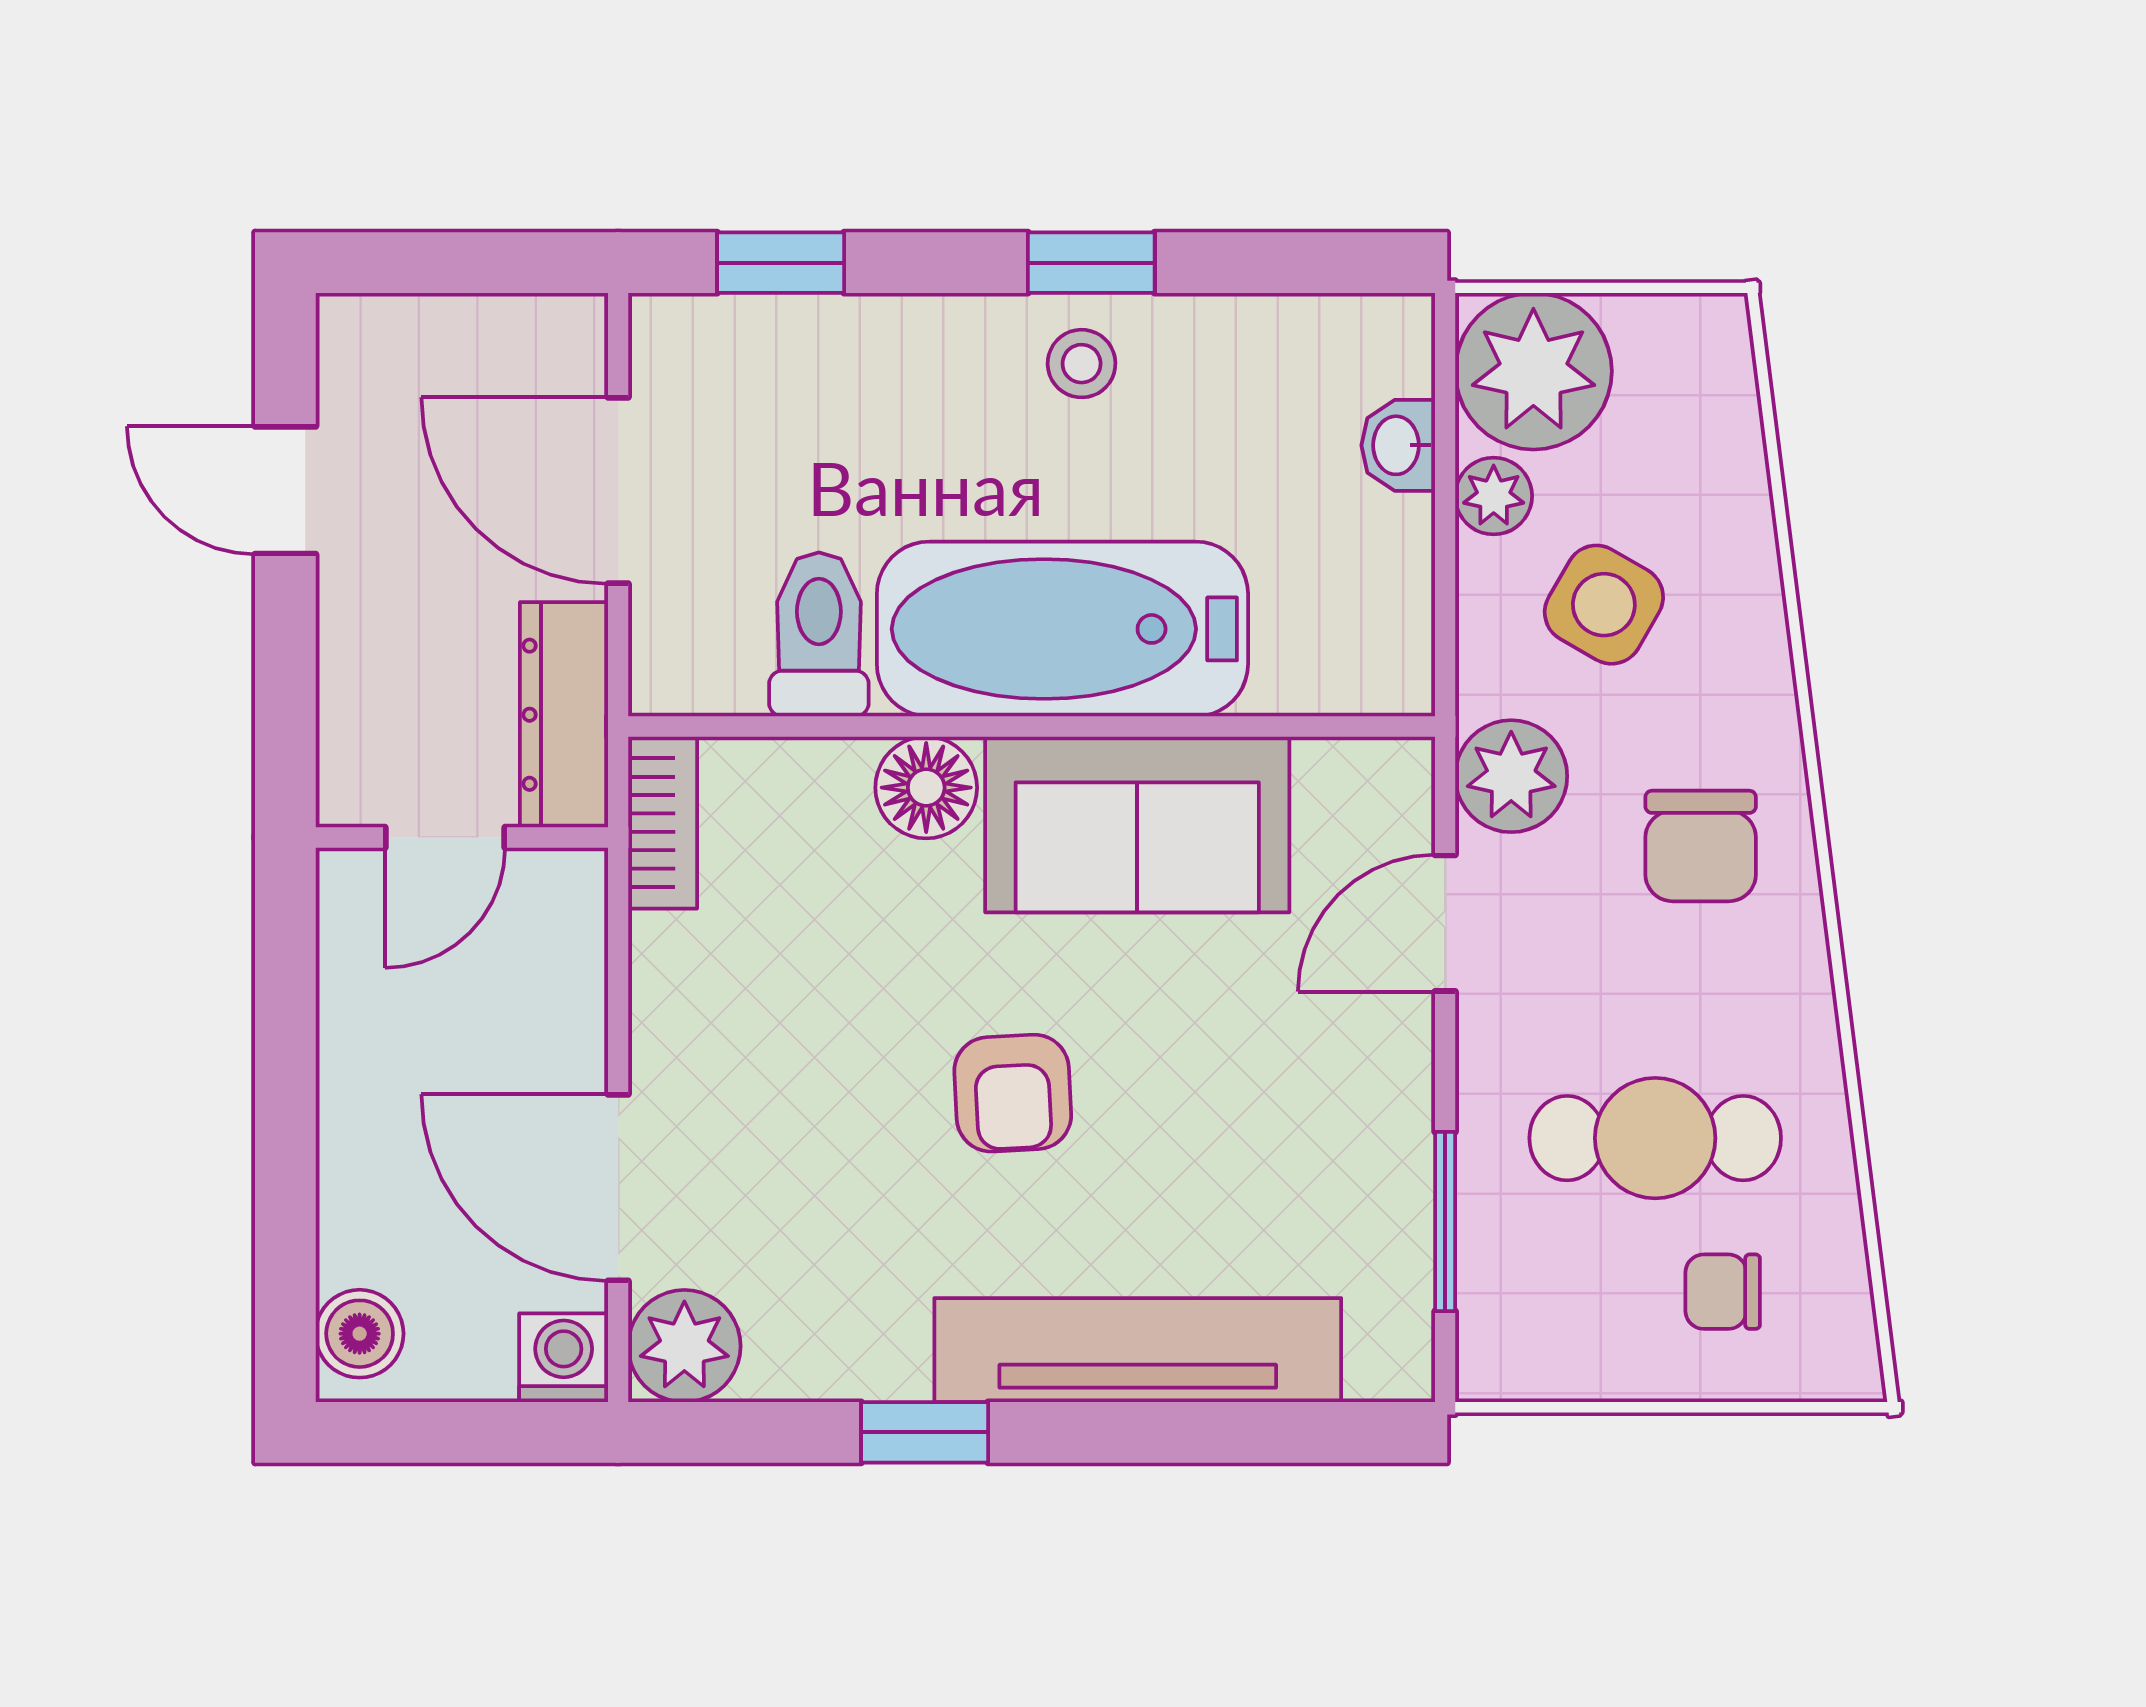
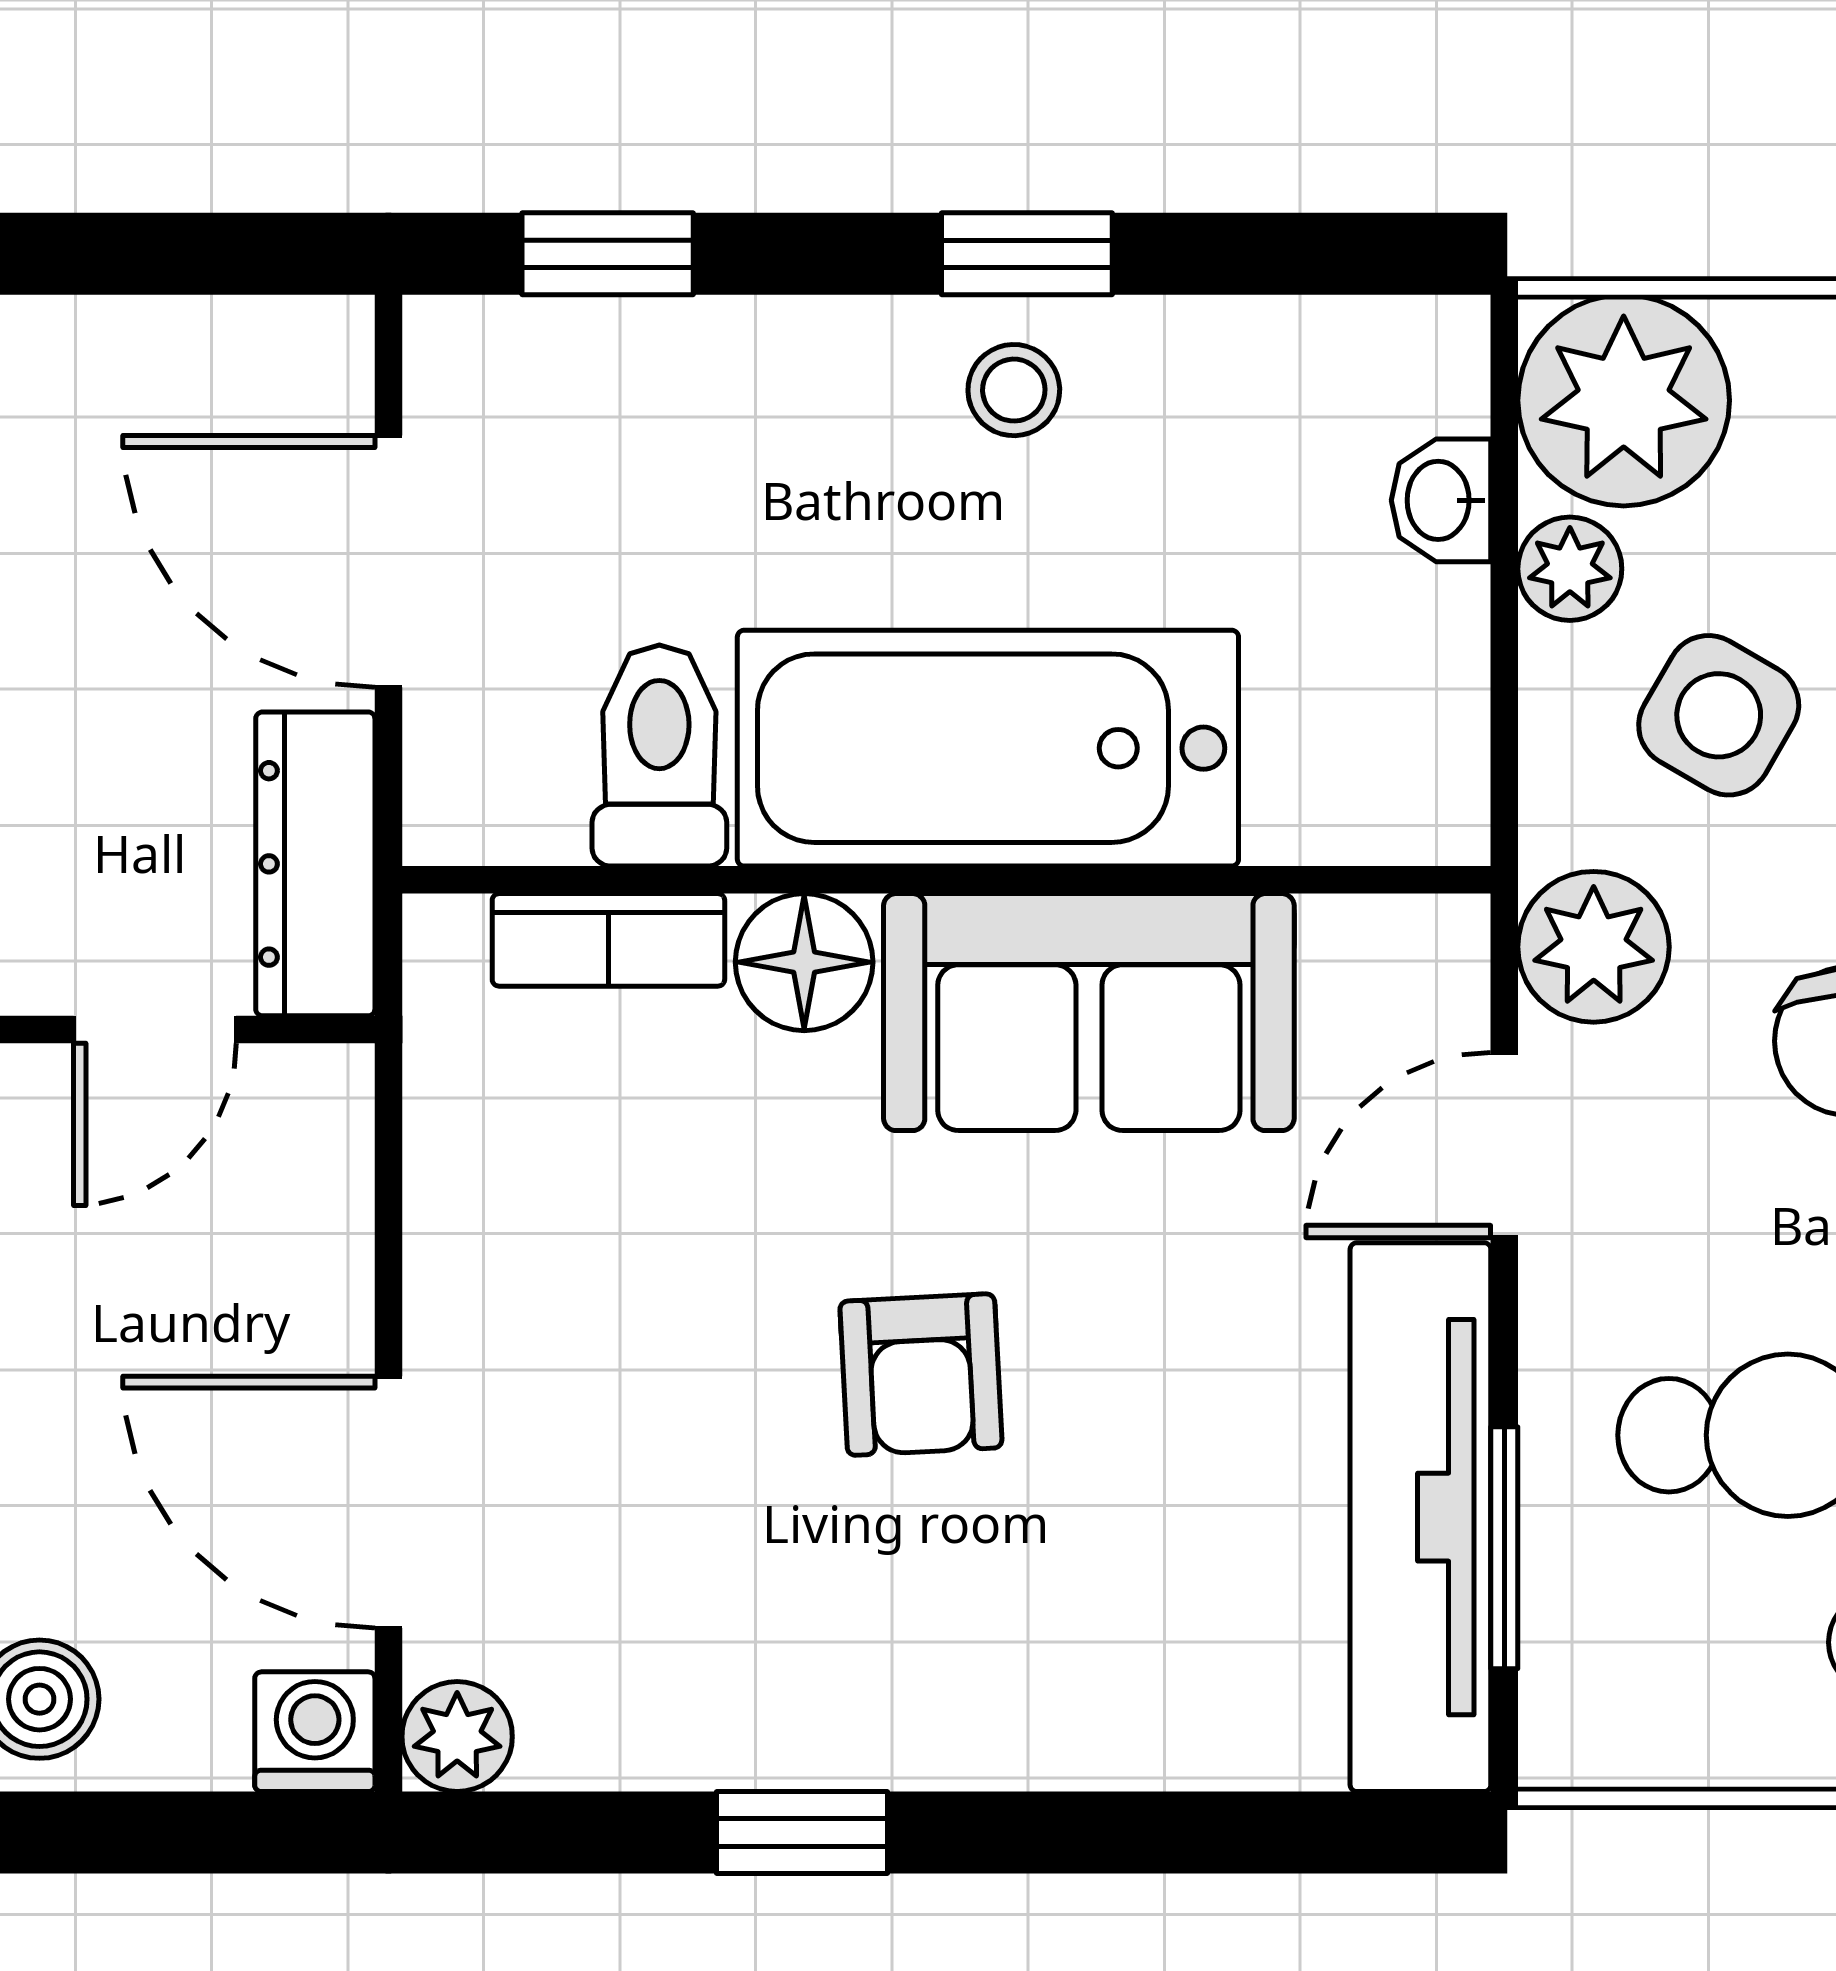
bookcase: (663, 823) -> (608, 940), moved, turned 90
plant: (684, 1346) -> (457, 1737), width x0.73, depth x0.73
tv unit: (1138, 1350) -> (1420, 1517), moved, turned -90

